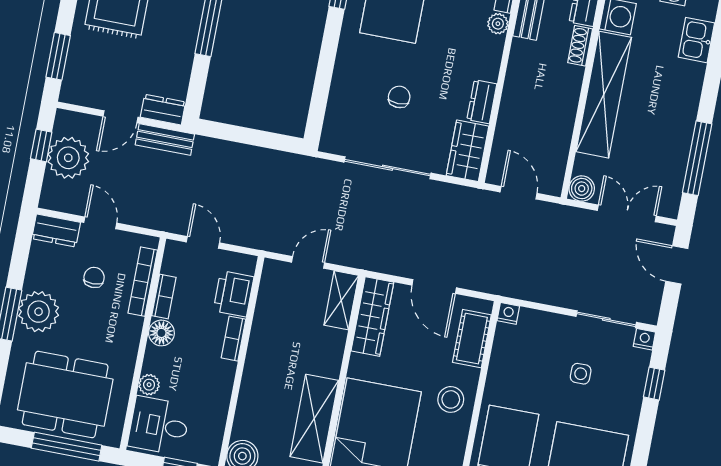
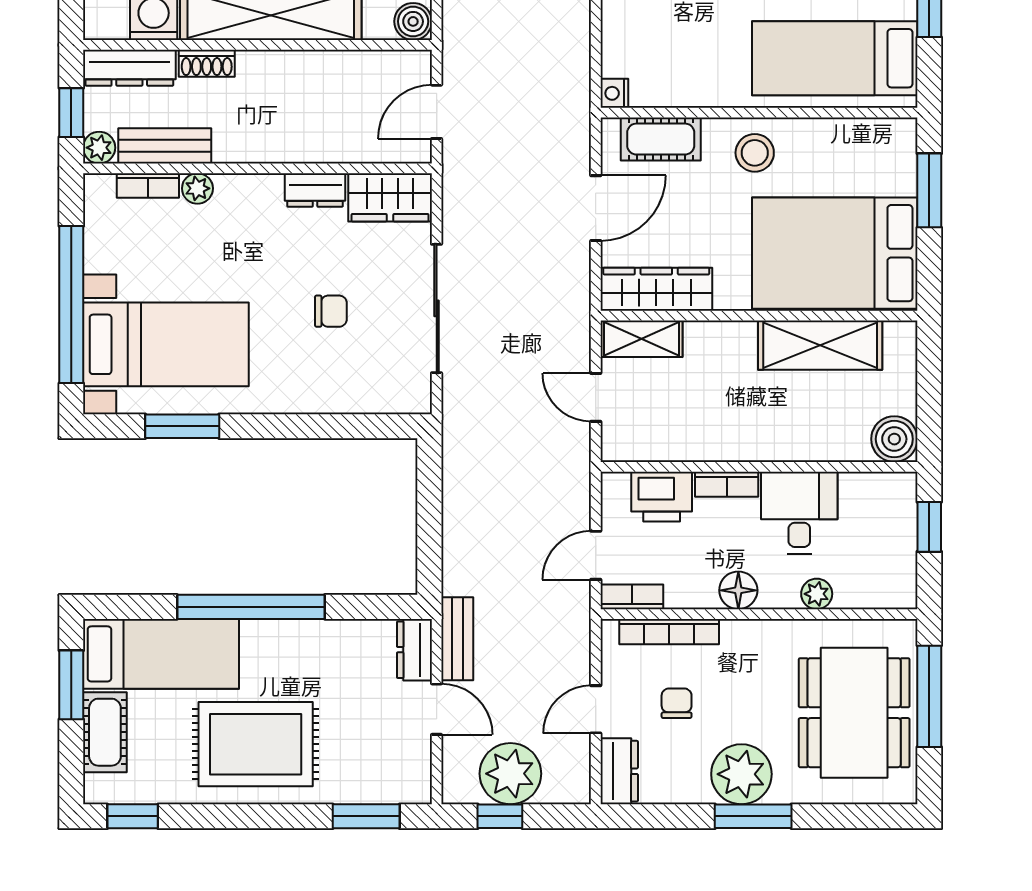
chair: (399, 97) -> (331, 311), turned 180
chair: (94, 277) -> (677, 703), turned 90
bookcase: (164, 297) -> (632, 597), moved
desk: (159, 426) -> (799, 513), moved, turned 180

